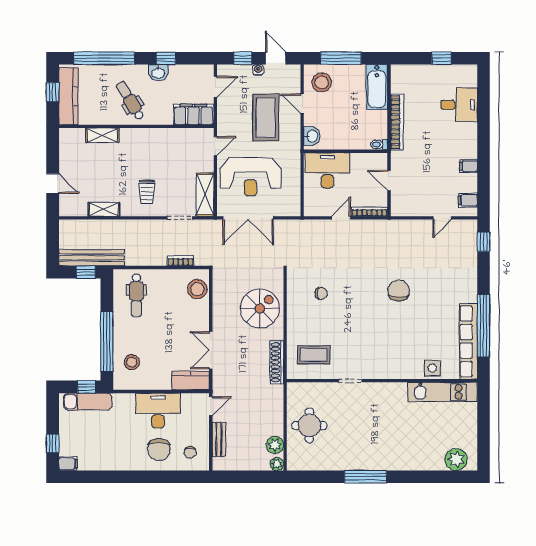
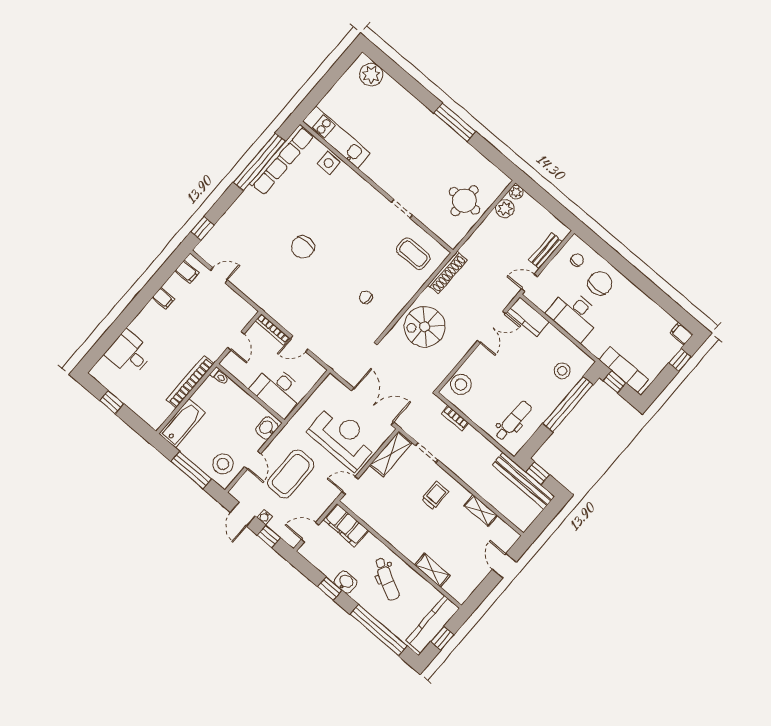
dental chair: (130, 101) -> (387, 579), turned -31

